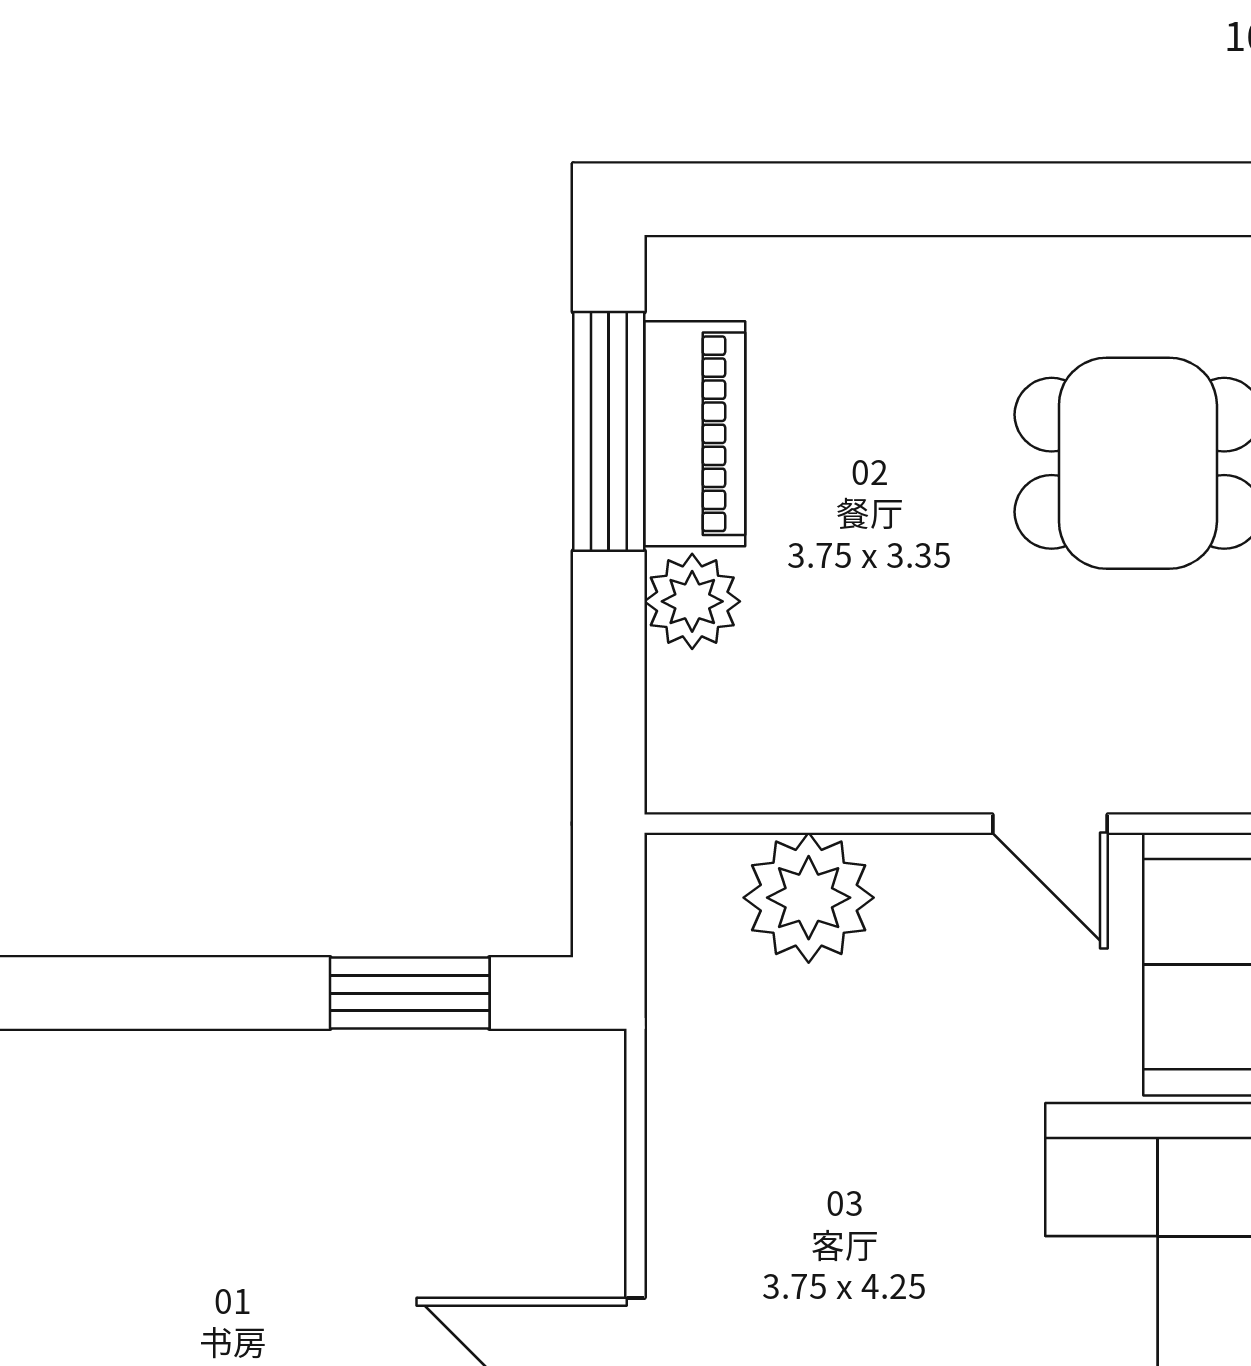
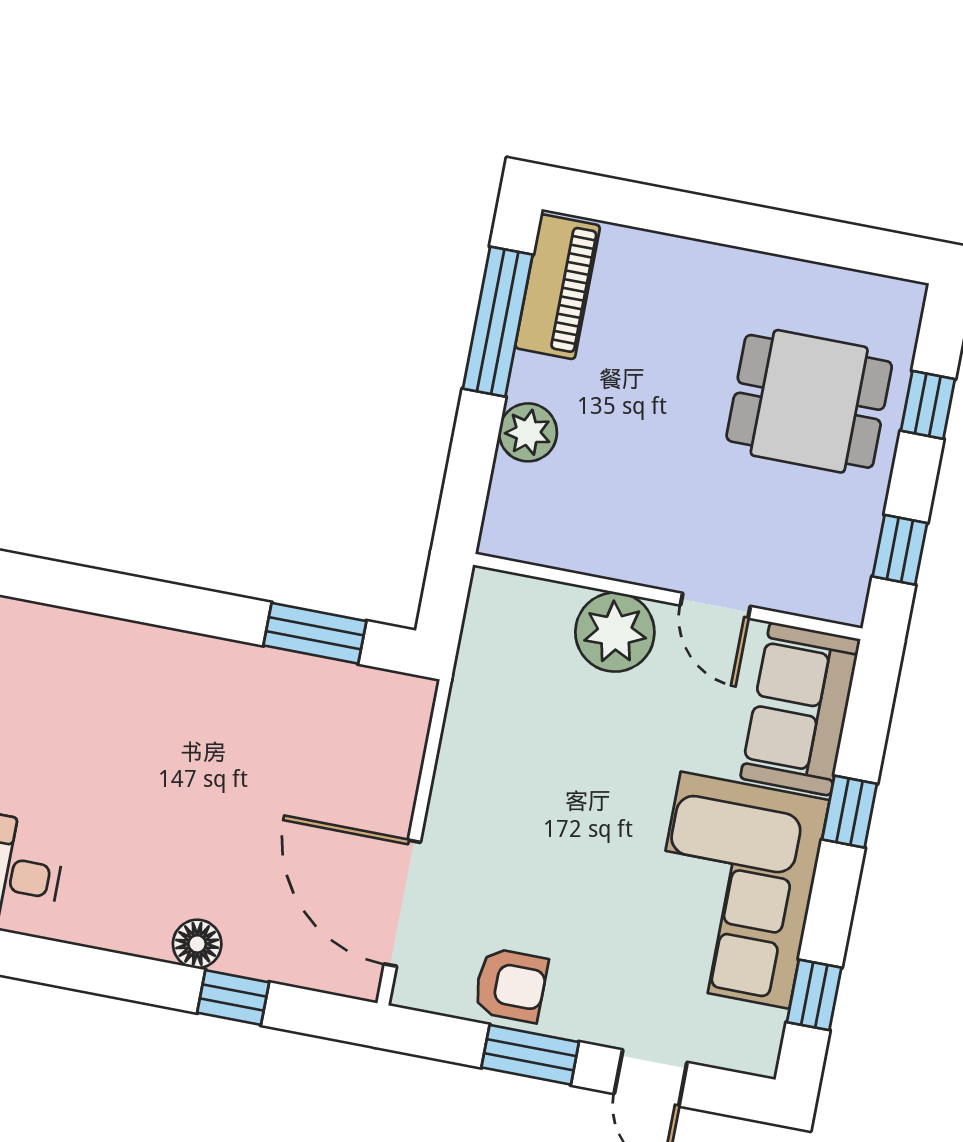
piano: (695, 434) -> (558, 287), moved
plant: (809, 898) -> (615, 632), moved

